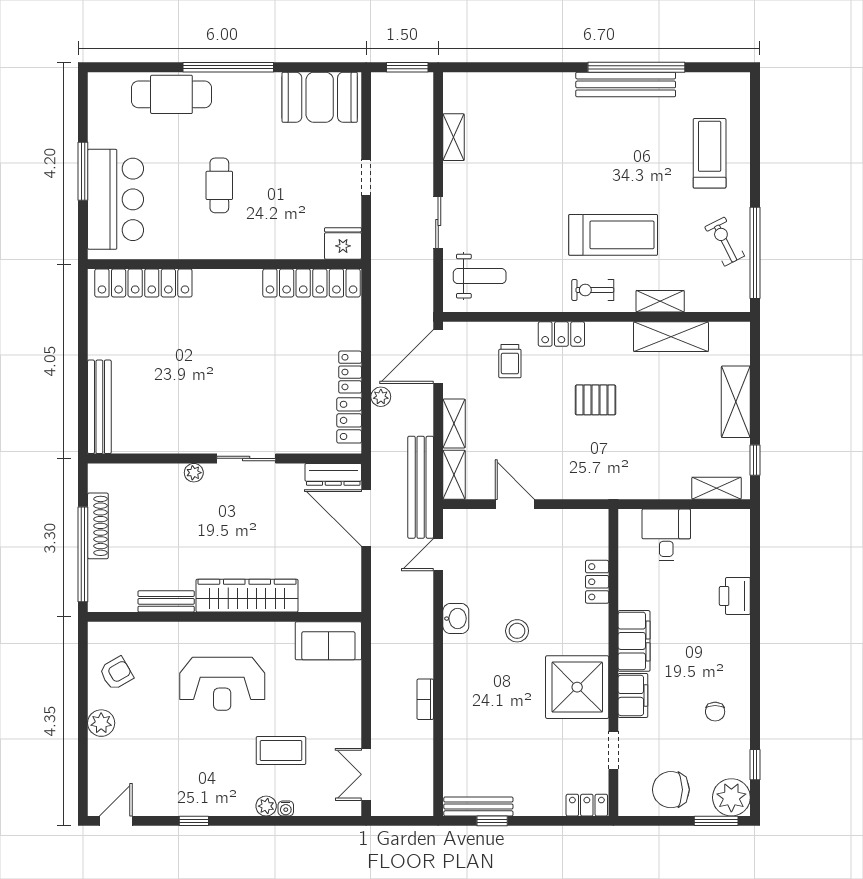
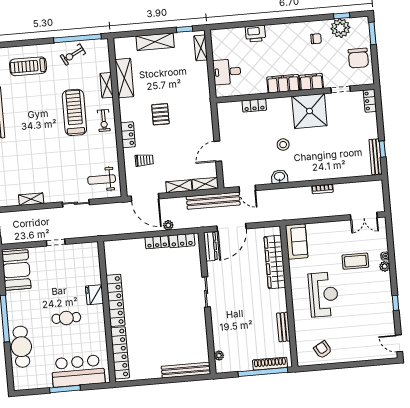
fridge: (343, 243) -> (94, 295), moved
weight bench: (480, 276) -> (102, 180), turned -90
locker: (312, 283) -> (116, 300), moved
plant: (194, 473) -> (219, 356), moved
shoe rack: (98, 526) -> (270, 364), moved
wardrobe: (247, 596) -> (275, 262), moved
plant: (101, 723) -> (349, 355), removed
coffee table: (281, 751) -> (355, 261), turned 90
plant: (731, 797) -> (340, 28), moved

